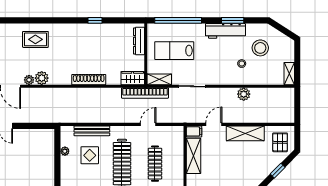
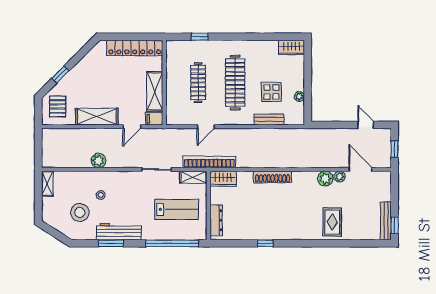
rug: (35, 39) -> (332, 222), turned 90
bench: (92, 131) -> (269, 119), width x0.73

